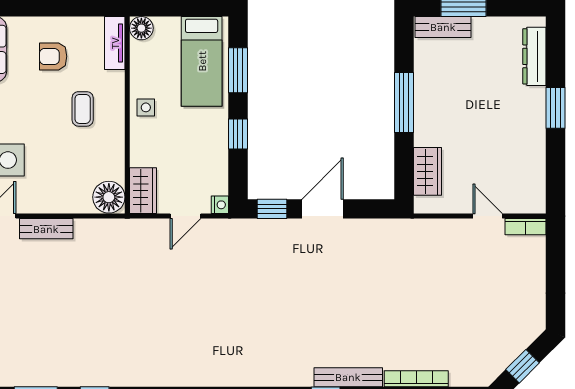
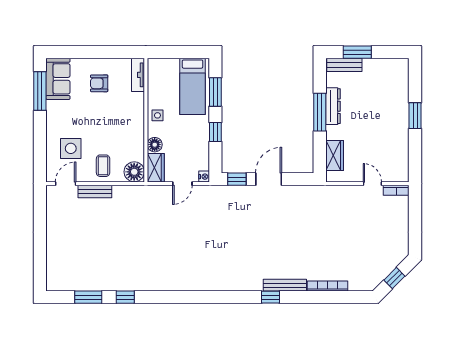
floor lamp: (141, 28) -> (155, 145), moved
dresser: (534, 56) -> (333, 106), moved, turned 180
coffee table: (83, 109) -> (103, 166), moved

